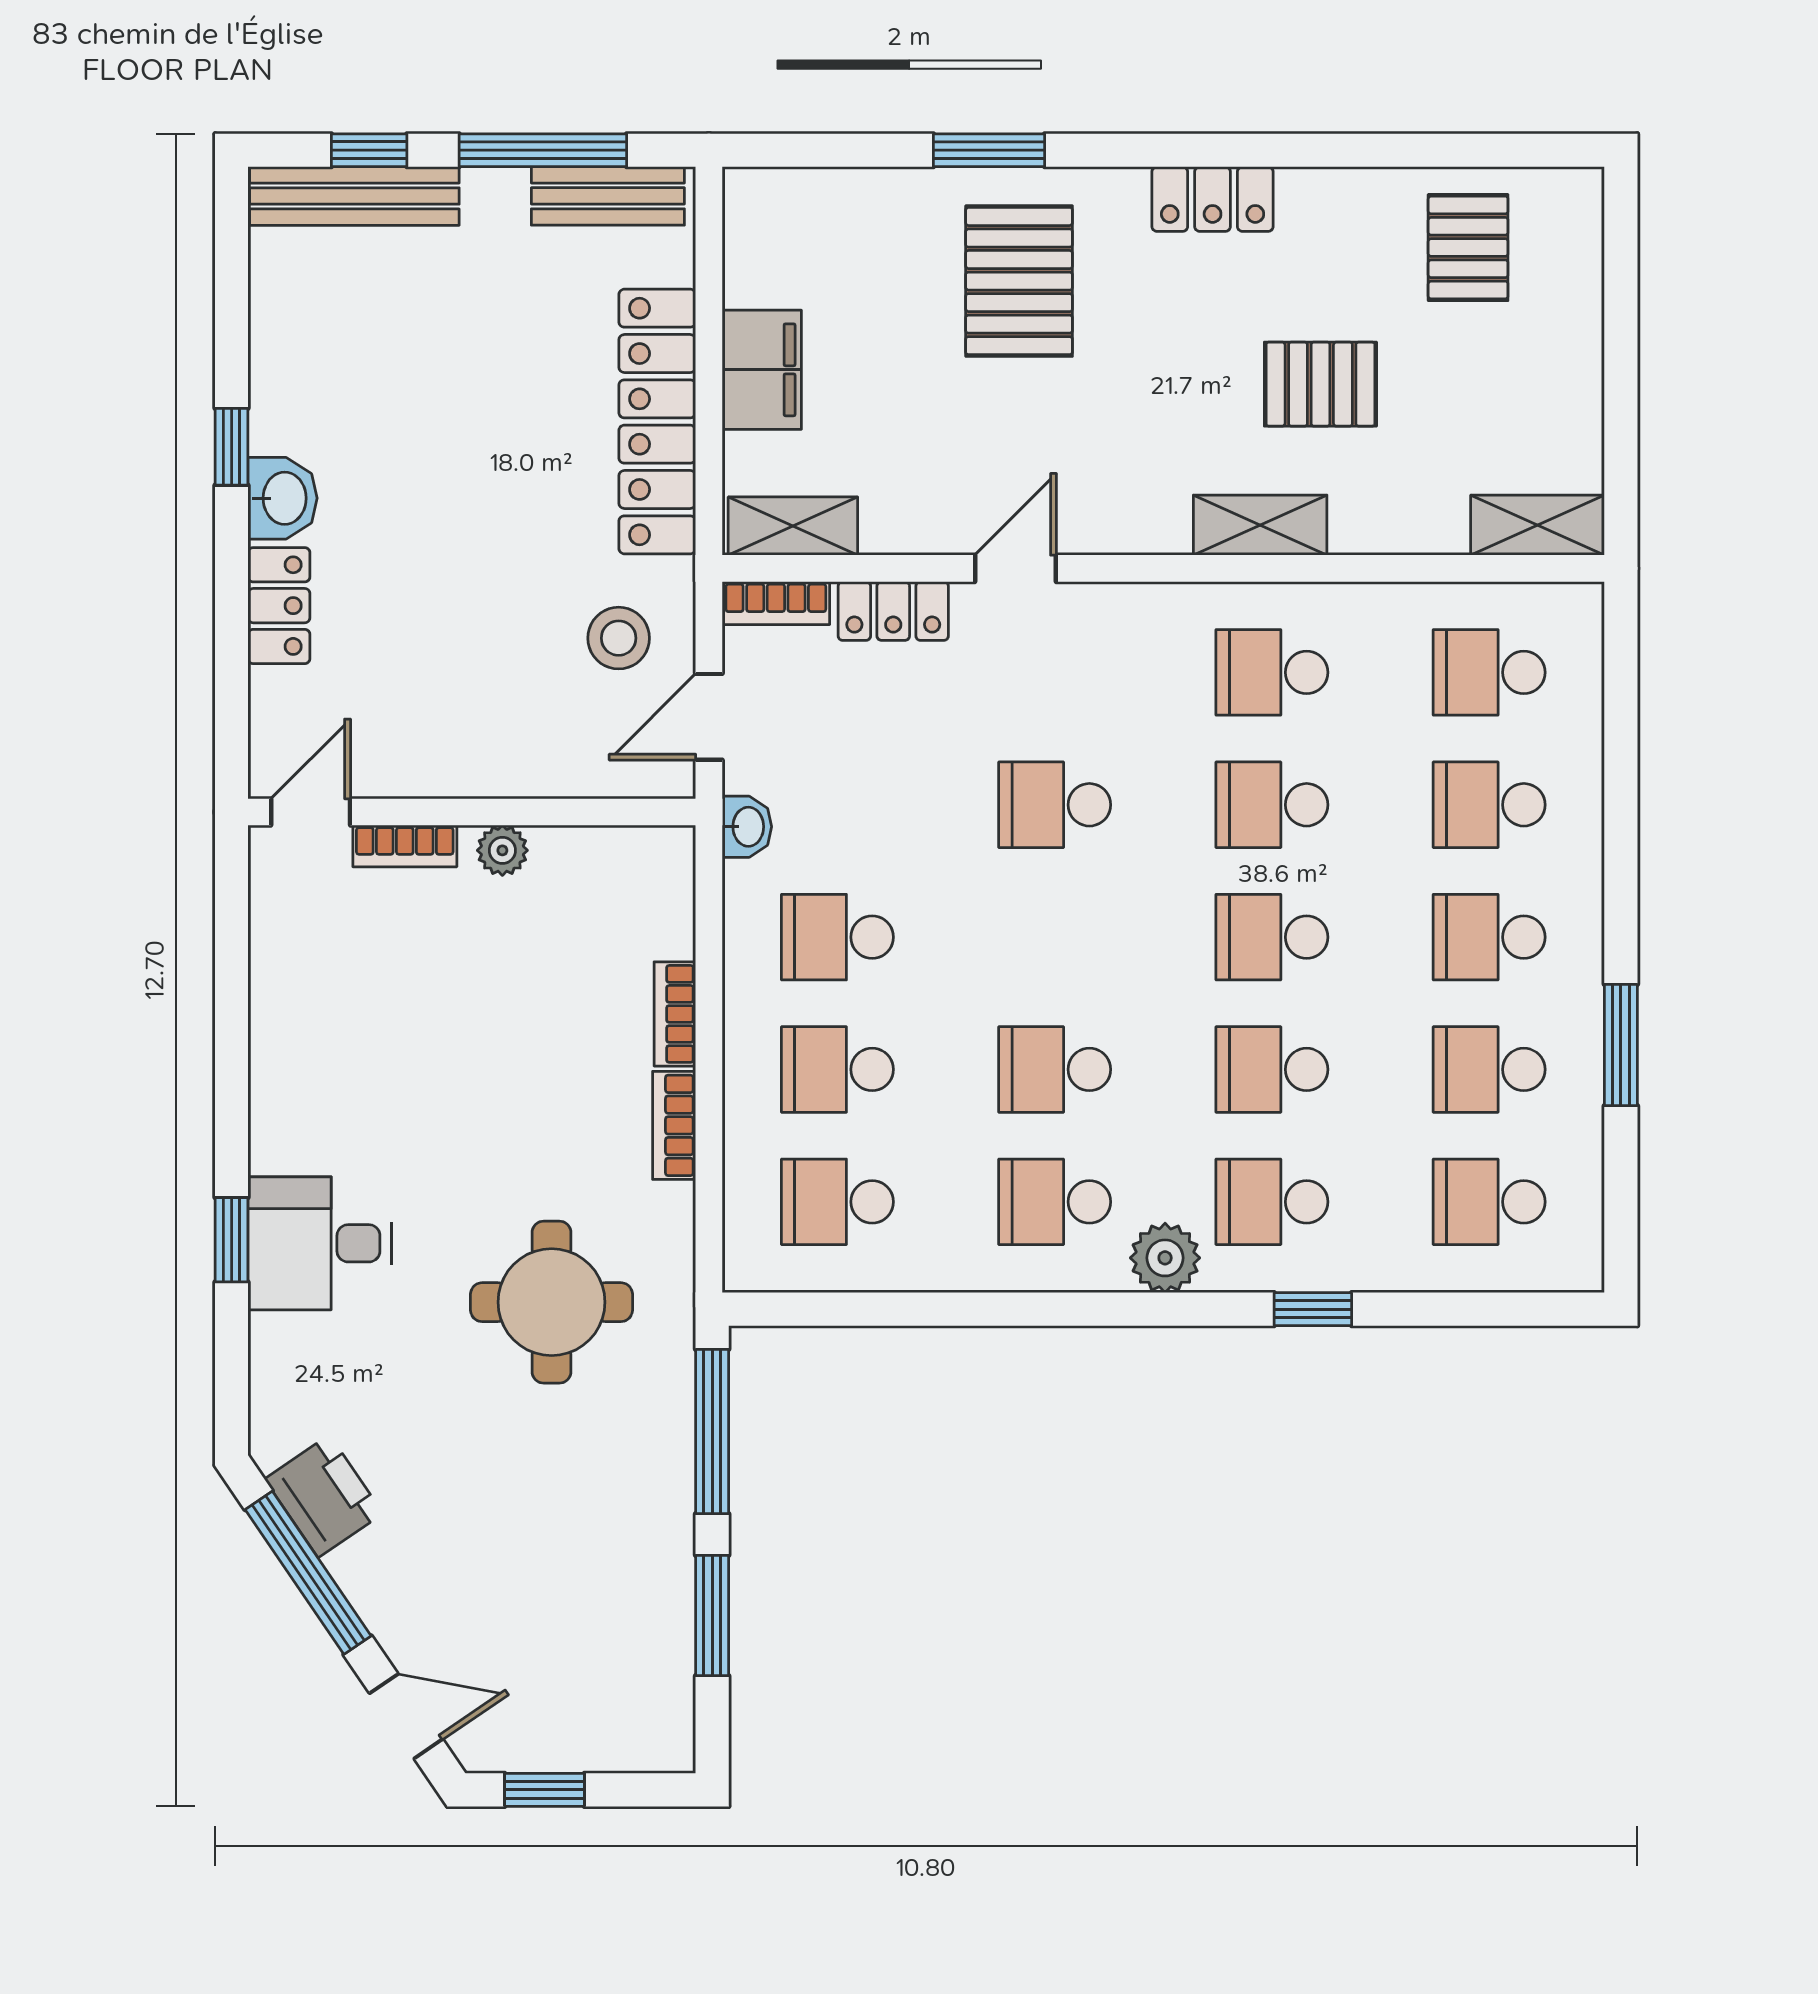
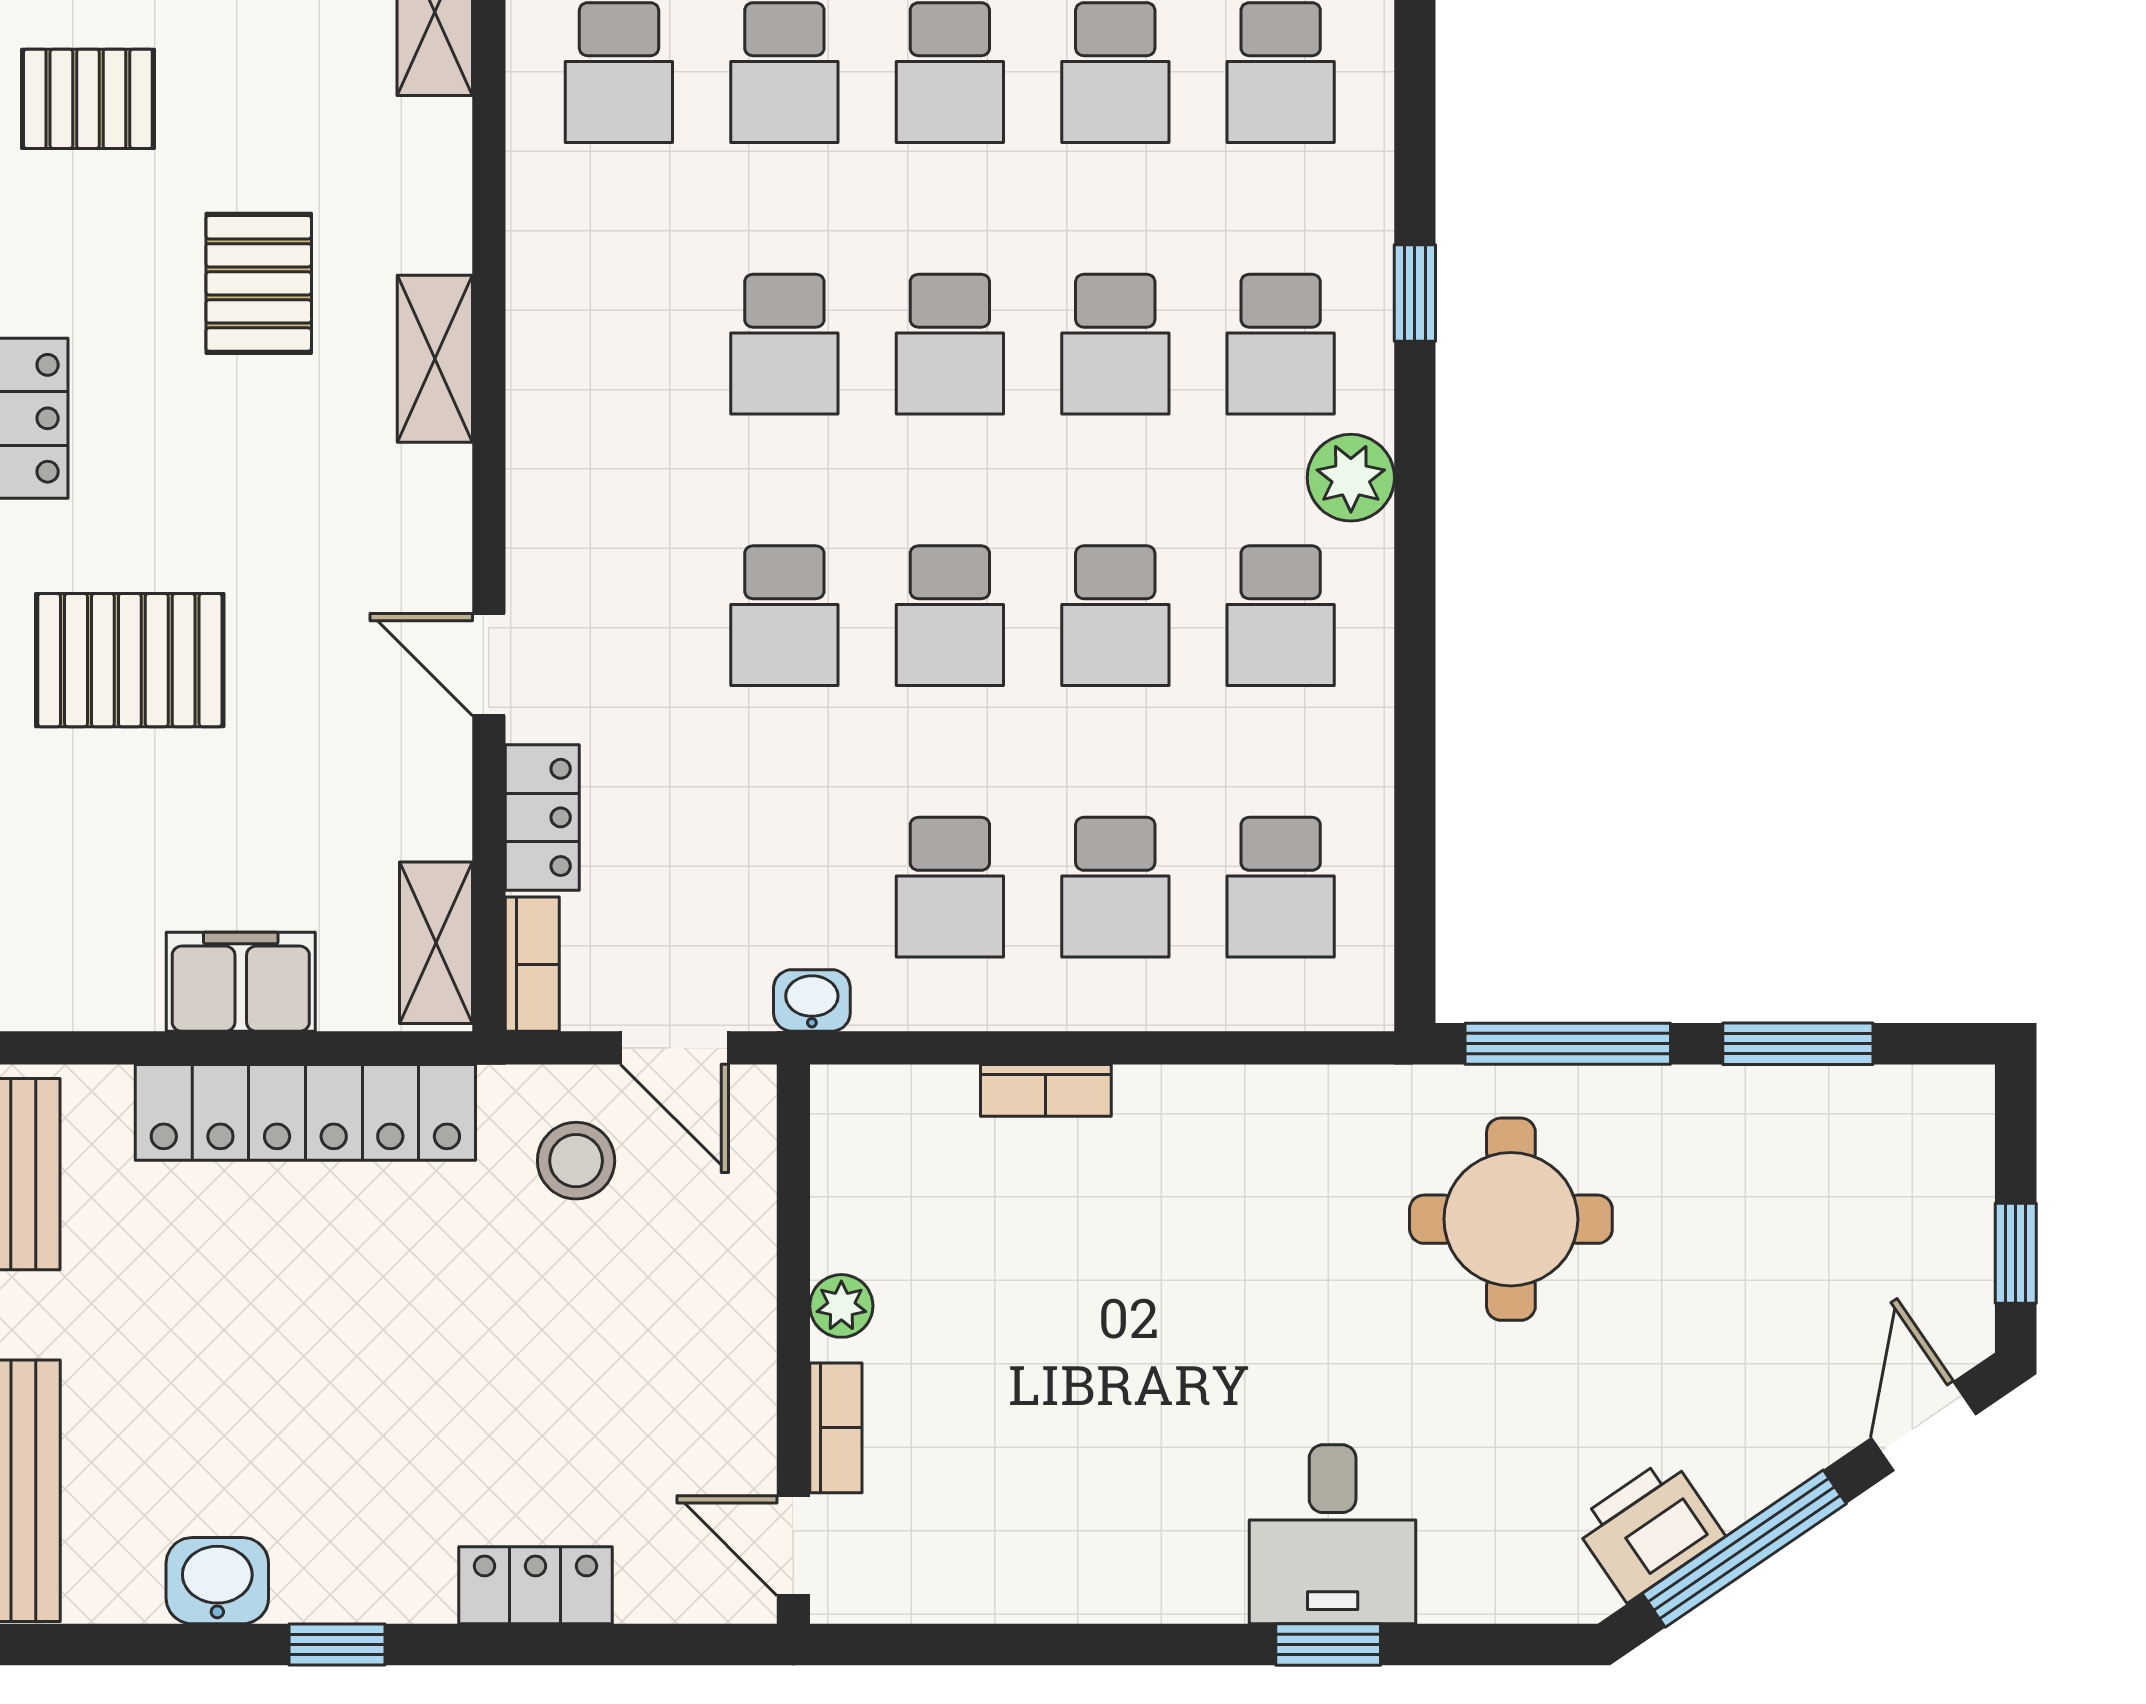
washbasin: (283, 498) -> (217, 1581), moved
school desk: (1272, 672) -> (950, 616), moved
bookcase: (674, 1125) -> (1185, 1091), removed
round table: (552, 1302) -> (1511, 1219), moved

